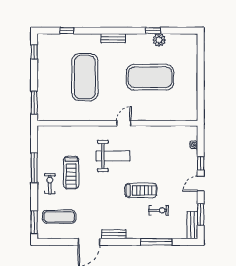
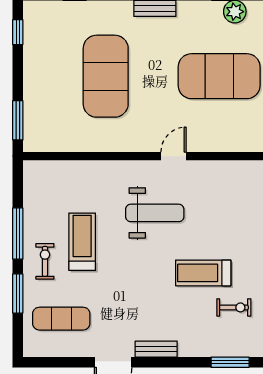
treadmill: (71, 172) -> (82, 242), turned 180
treadmill: (141, 190) -> (203, 273), turned 180
window: (34, 222) -> (18, 294), moved
window: (156, 242) -> (230, 362), width x0.69

